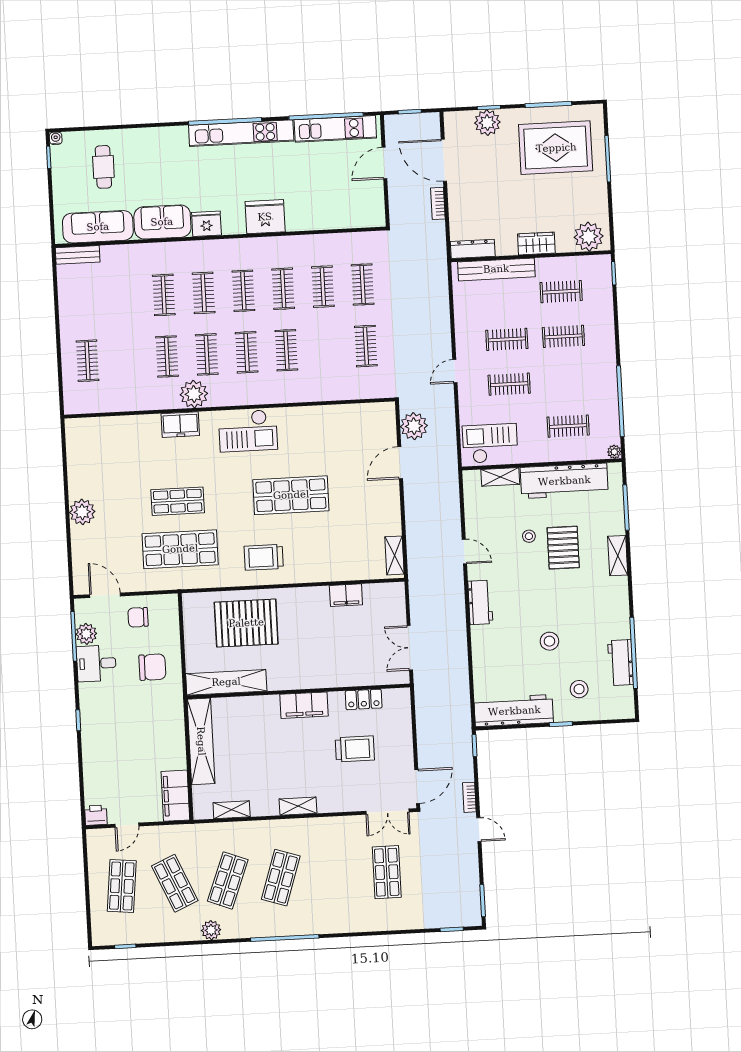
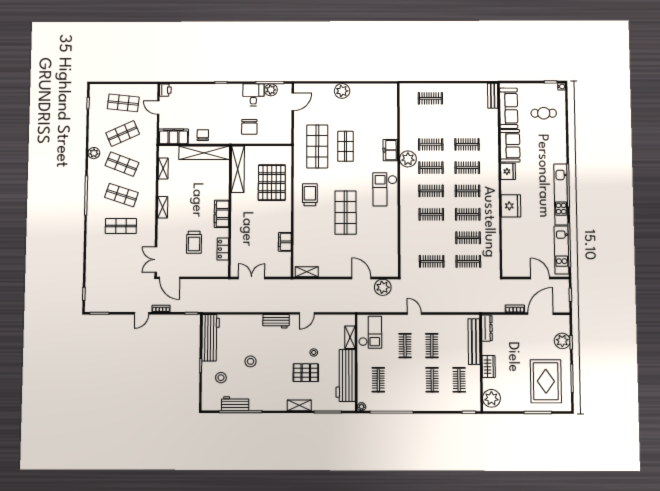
chair: (138, 617) -> (203, 135), moved
shop shelf: (387, 872) -> (121, 226), moved

